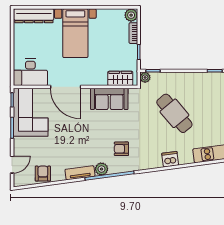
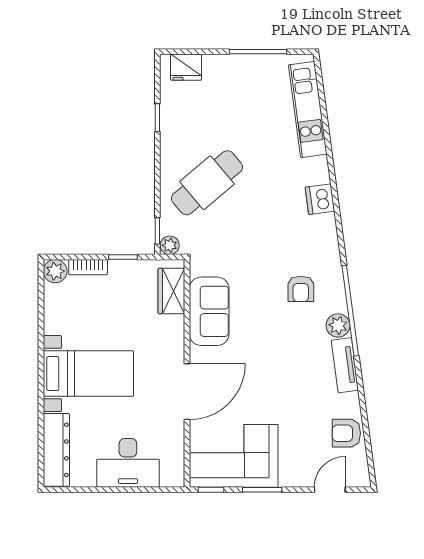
desk: (30, 72) -> (128, 463), moved, turned 90
cafe table: (174, 113) -> (207, 183), moved
door: (12, 165) -> (330, 490), hinge flipped

